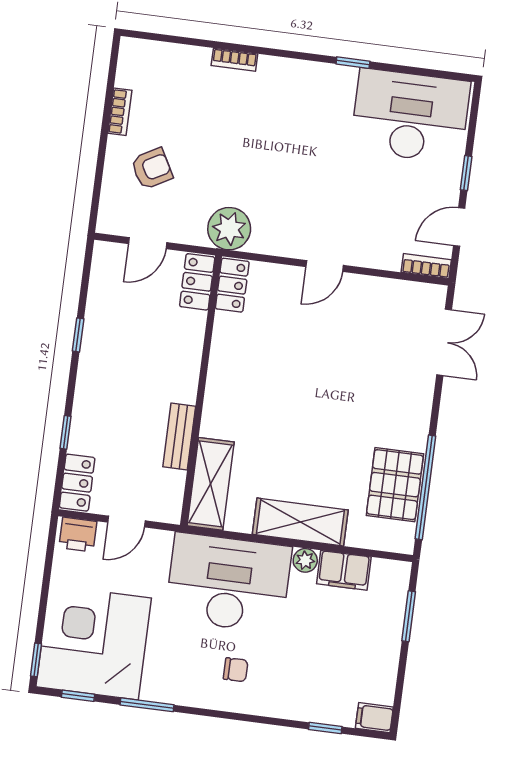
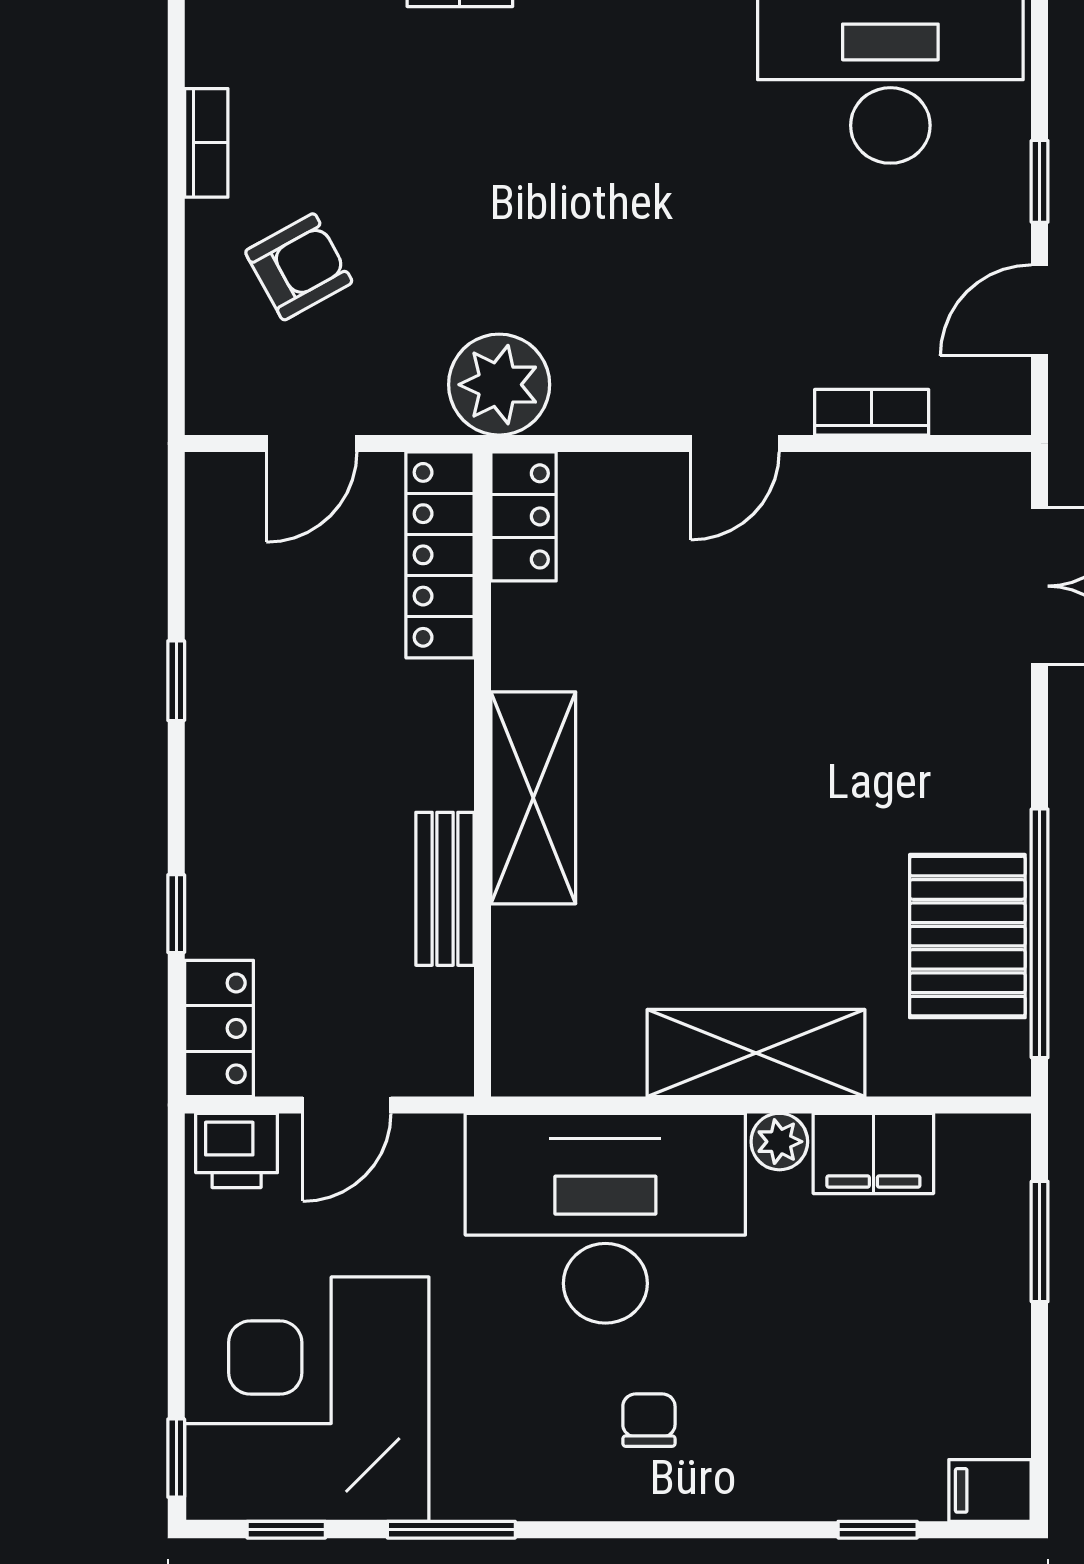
bookcase: (426, 266) -> (872, 412), moved
locker: (197, 282) -> (440, 555), width x1.53
shelving: (211, 484) -> (533, 798), moved
chair: (236, 670) -> (649, 1420), turned -90

